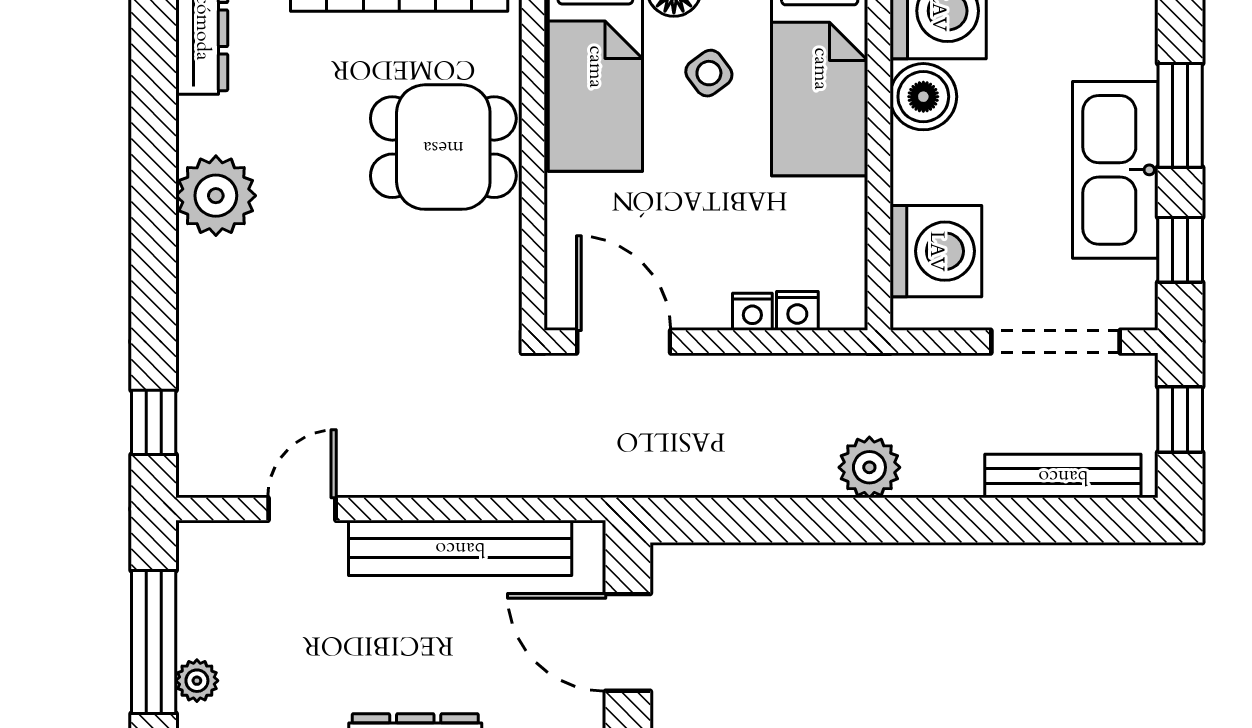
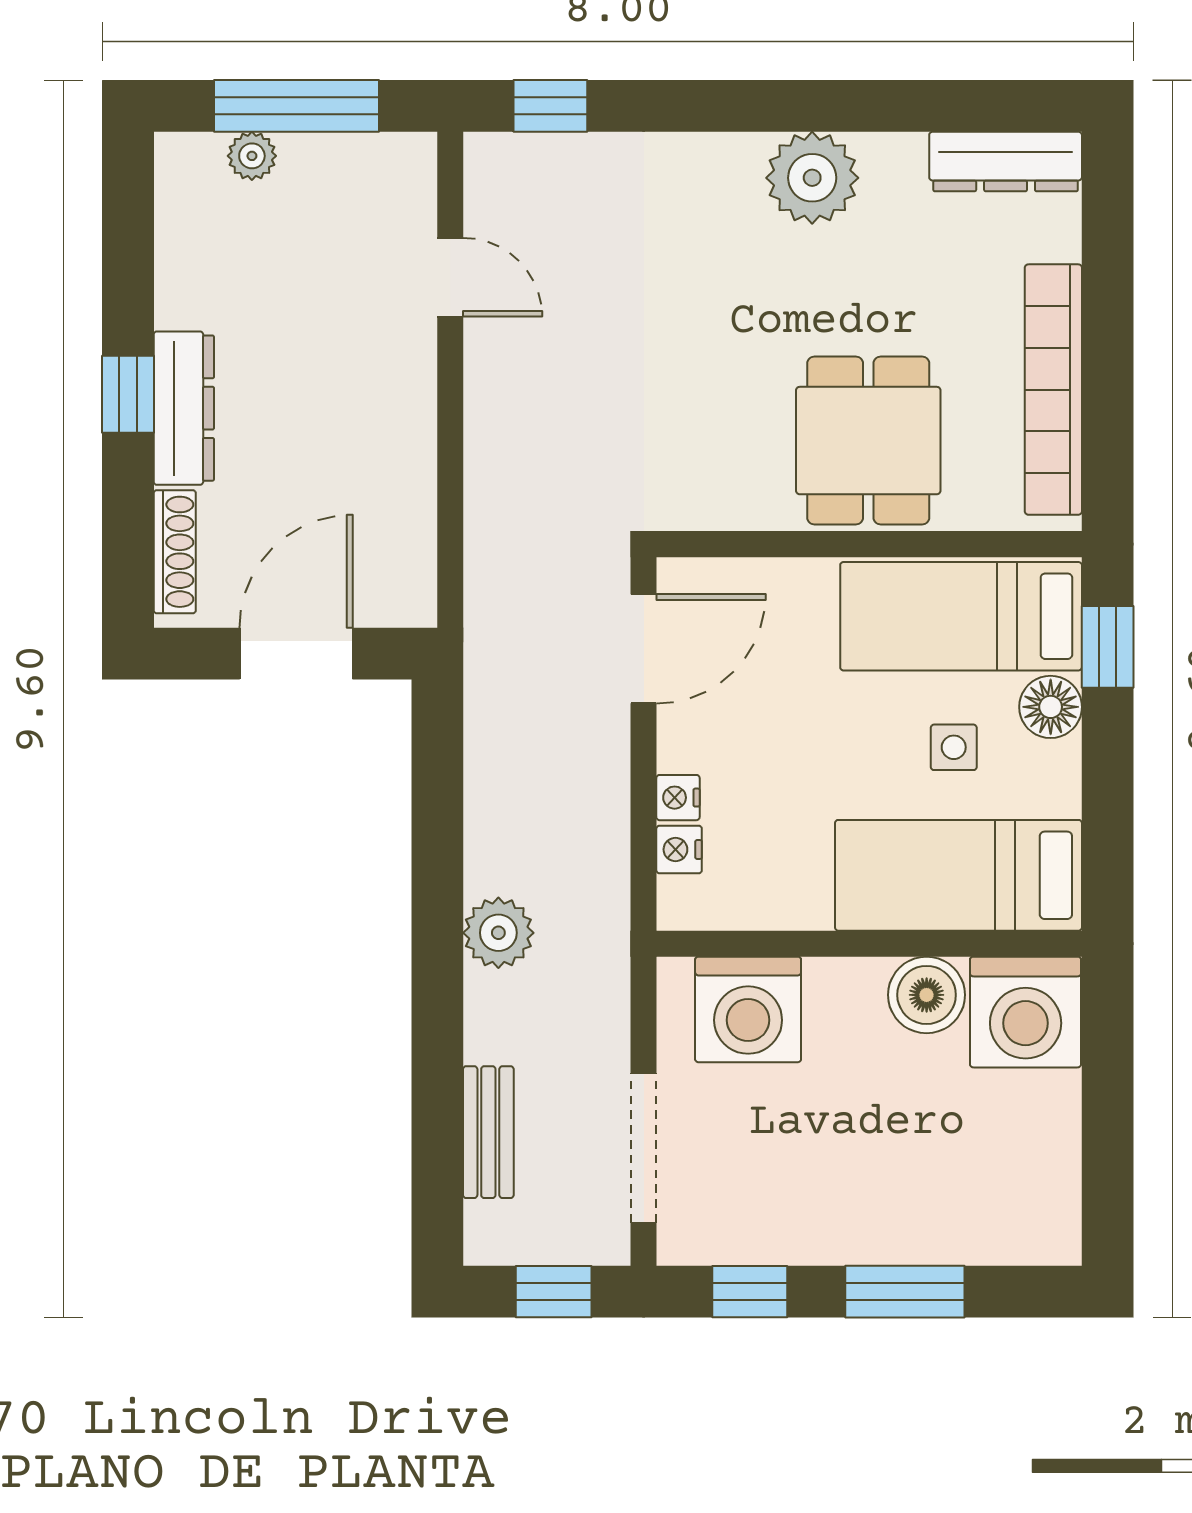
side table: (709, 73) -> (954, 747), turned 37
kitchen sink: (1115, 170) -> (842, 1217), removed
bench: (1063, 476) -> (488, 1132), width x0.73
bench: (460, 548) -> (405, 460), removed

